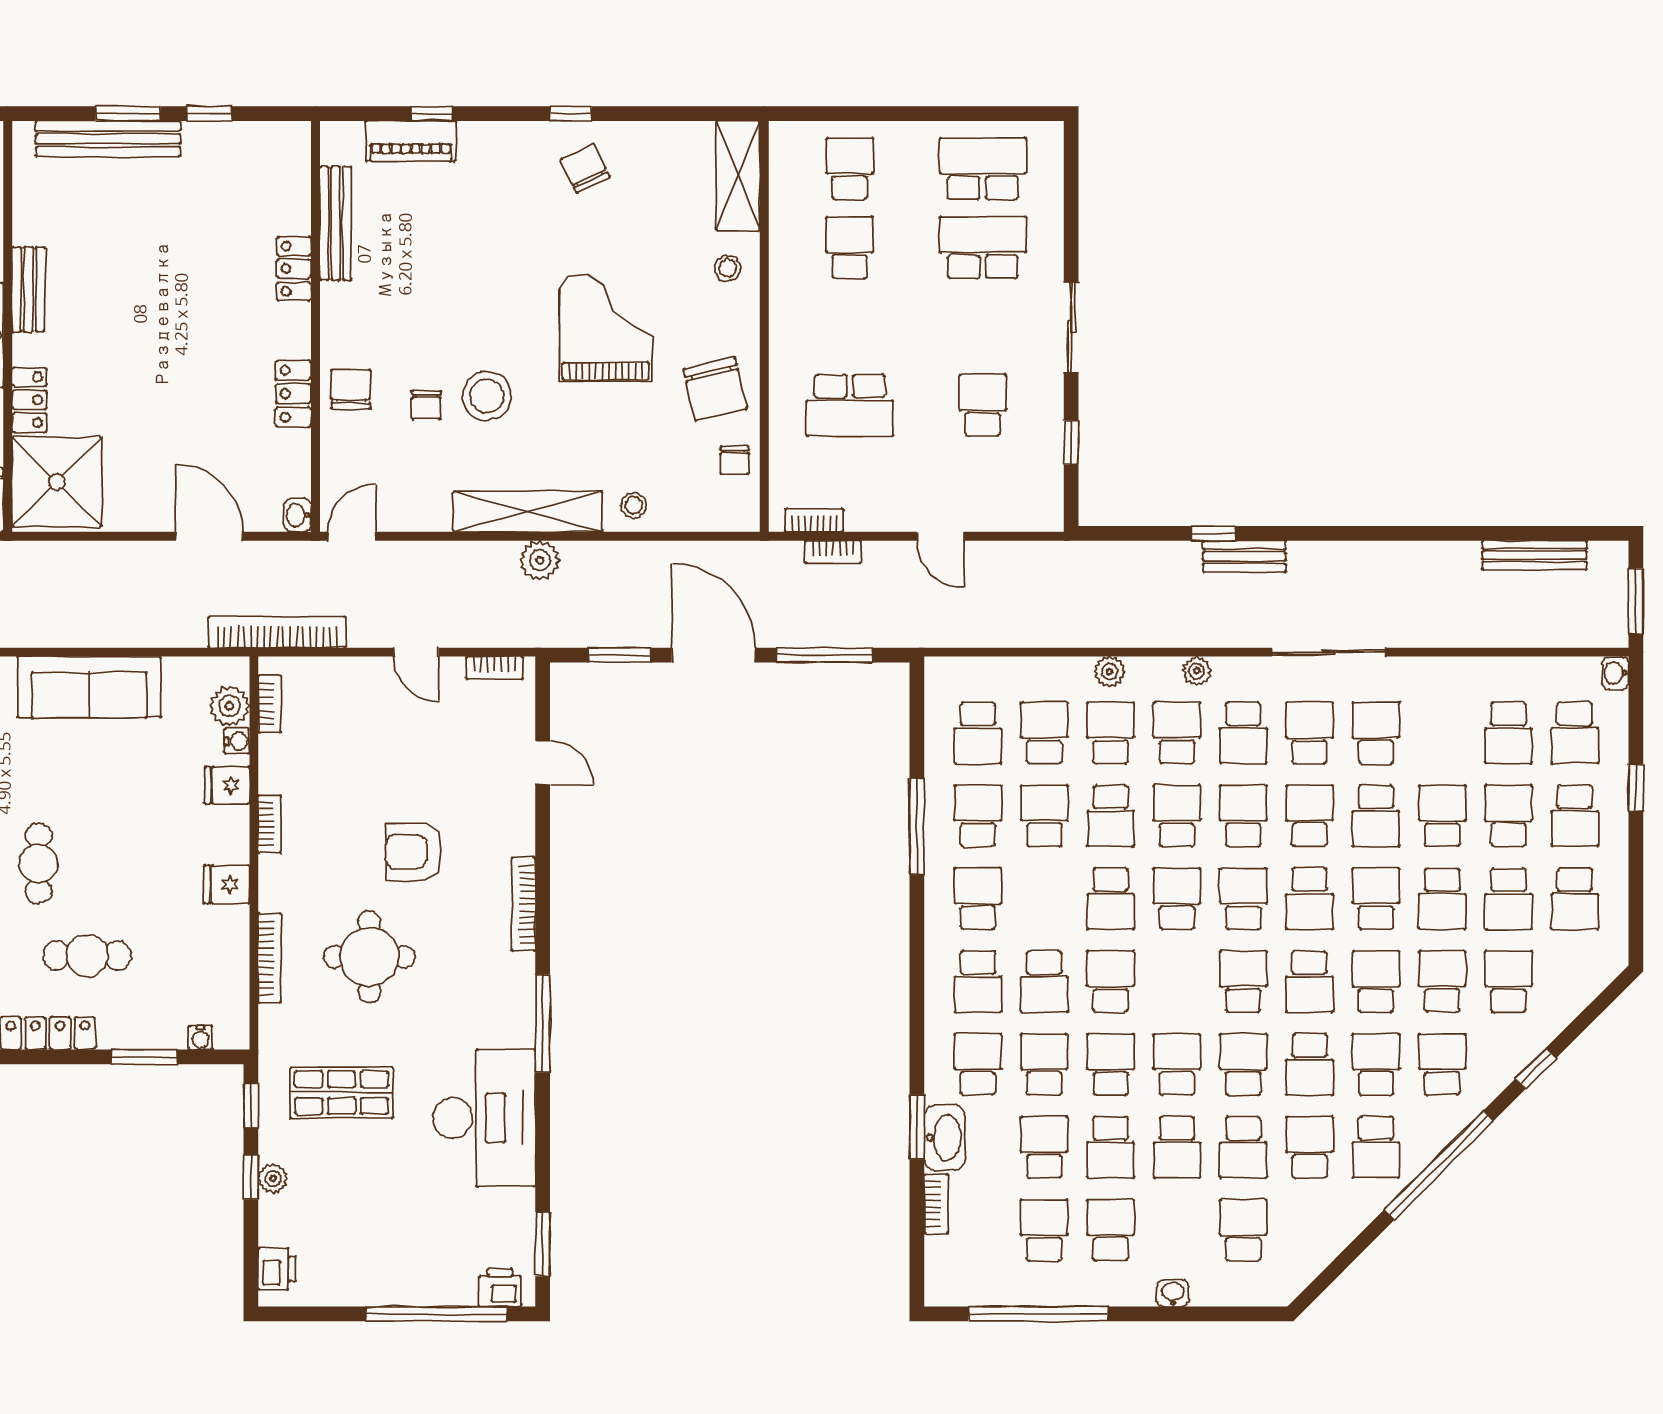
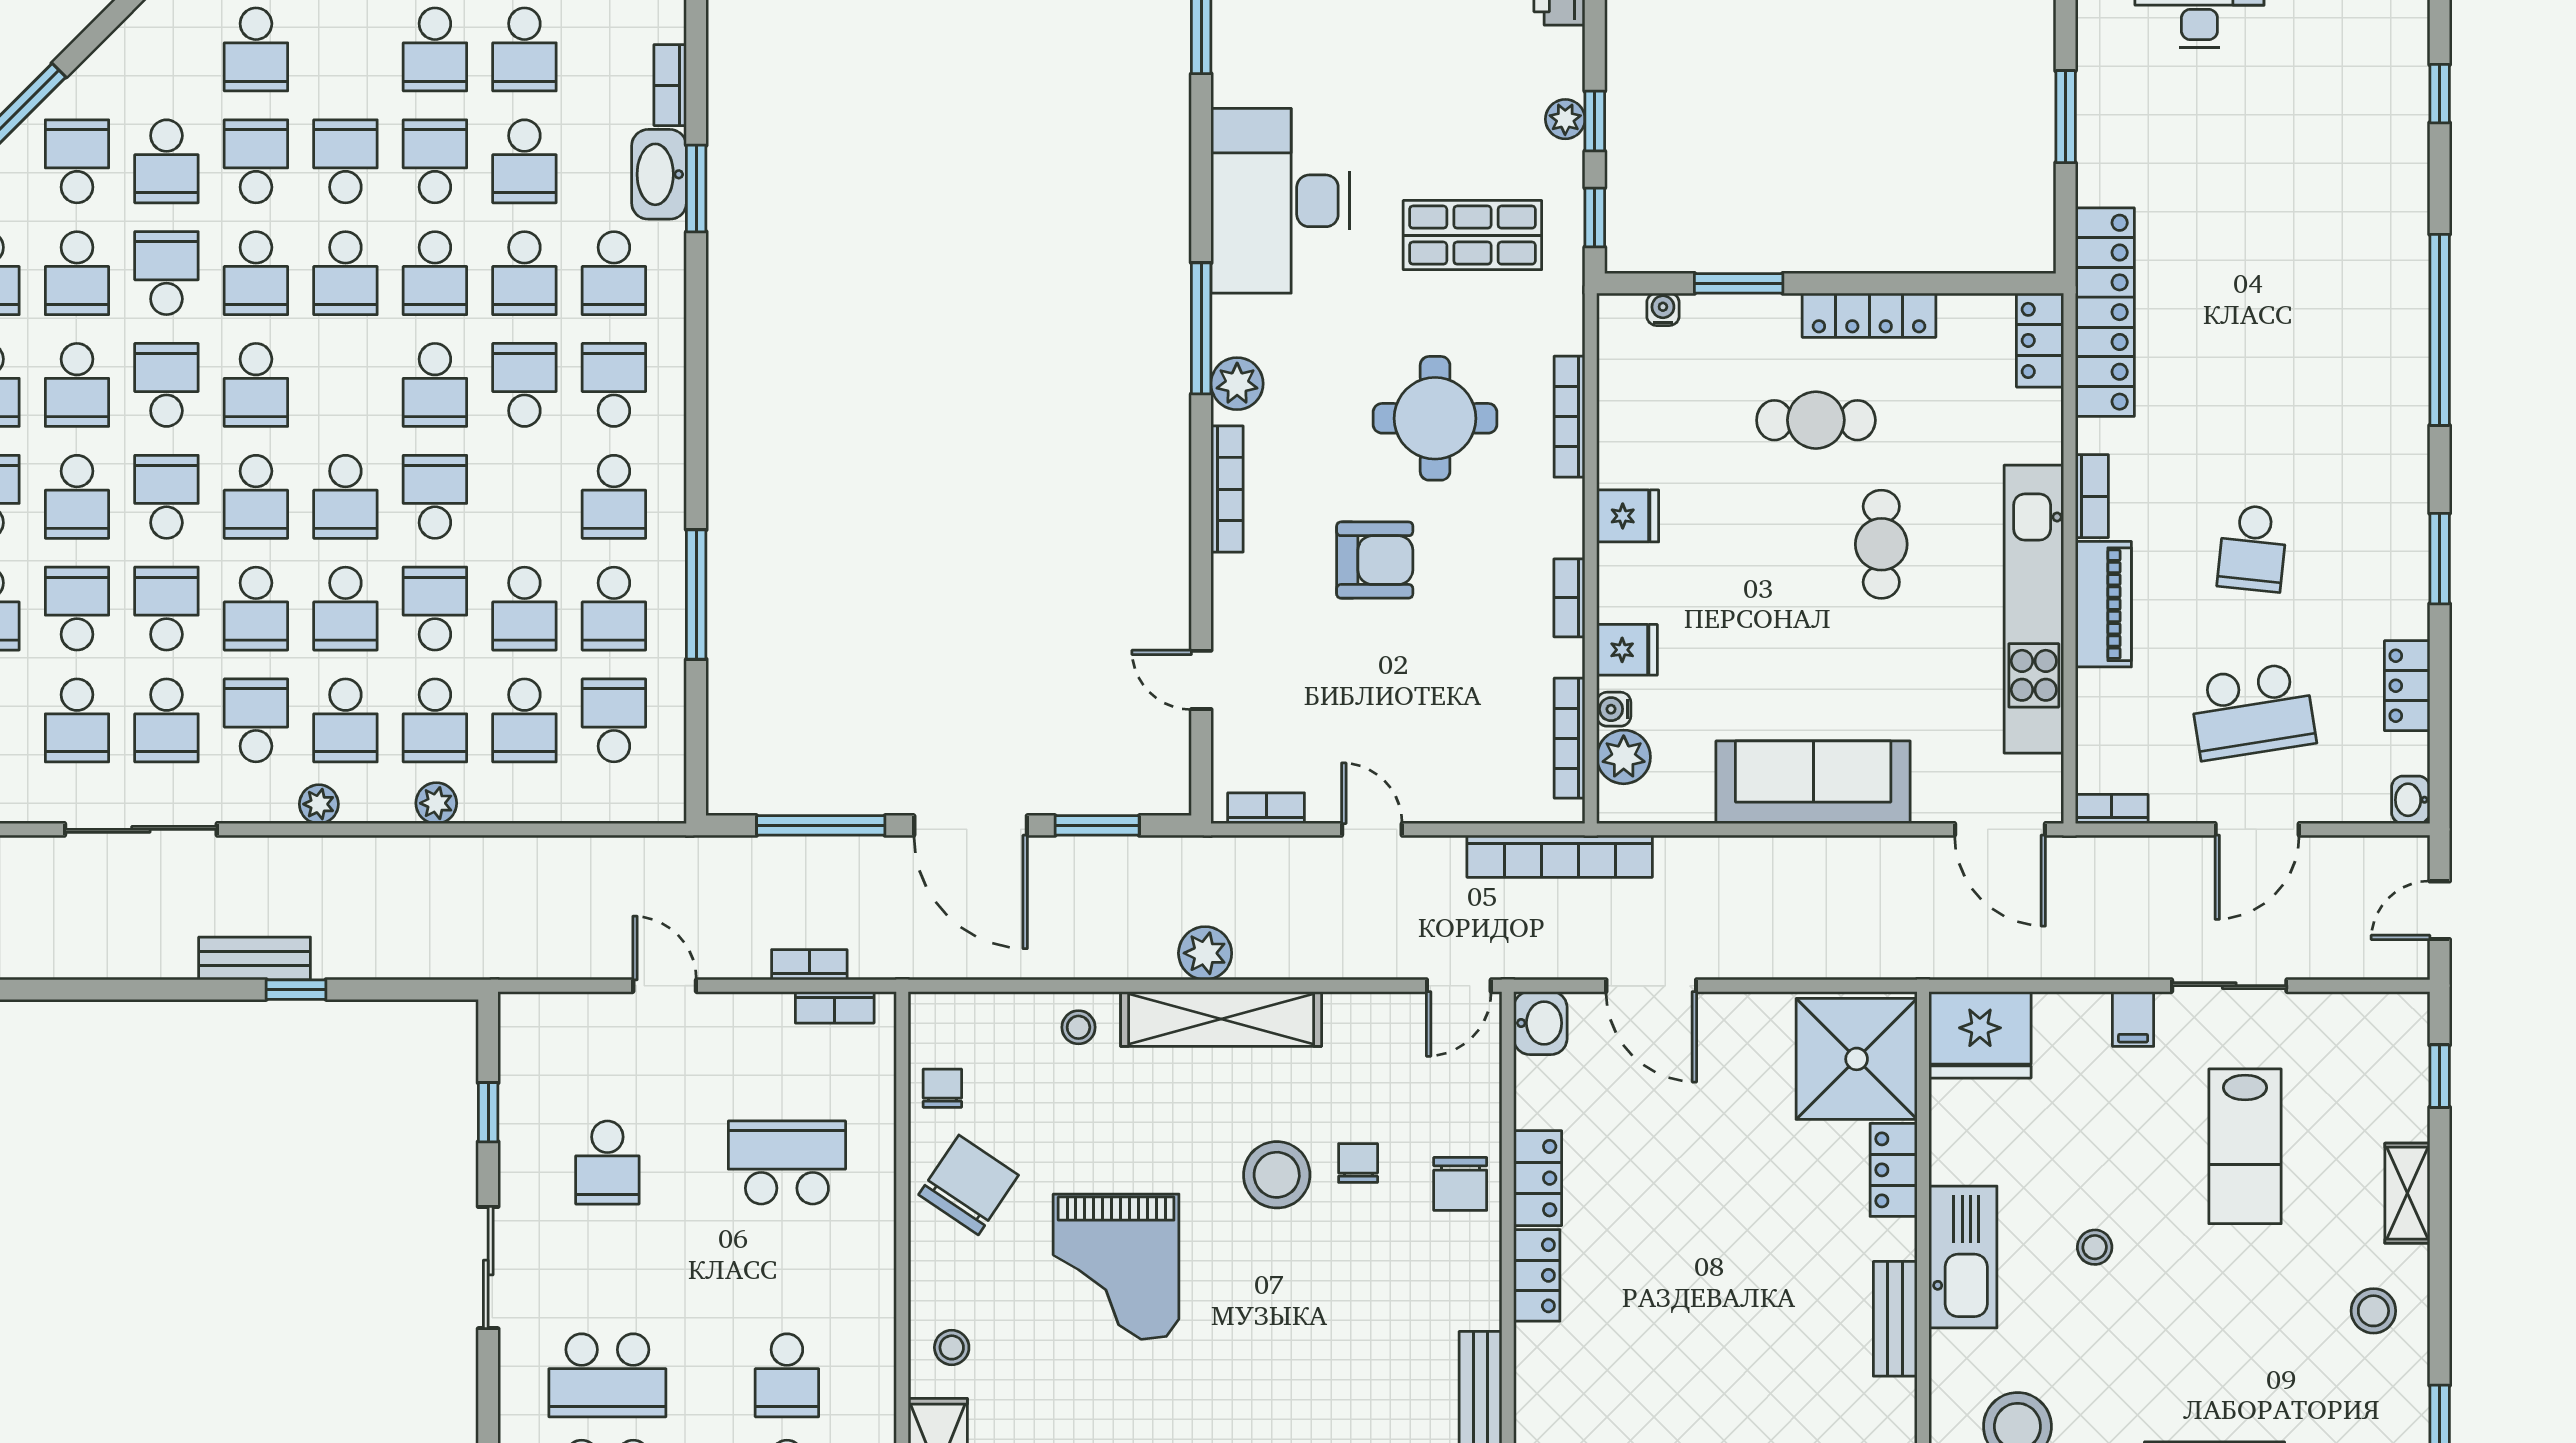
locker: (294, 269) -> (1537, 1275), moved
chair: (715, 389) -> (969, 1185), turned 47
washbasin: (297, 515) -> (1540, 1023), width x1.38, depth x1.45
bookcase: (270, 704) -> (1570, 738), width x1.56
school desk: (1310, 816) -> (166, 609), turned 180
plant: (516, 983) -> (1237, 384), added

